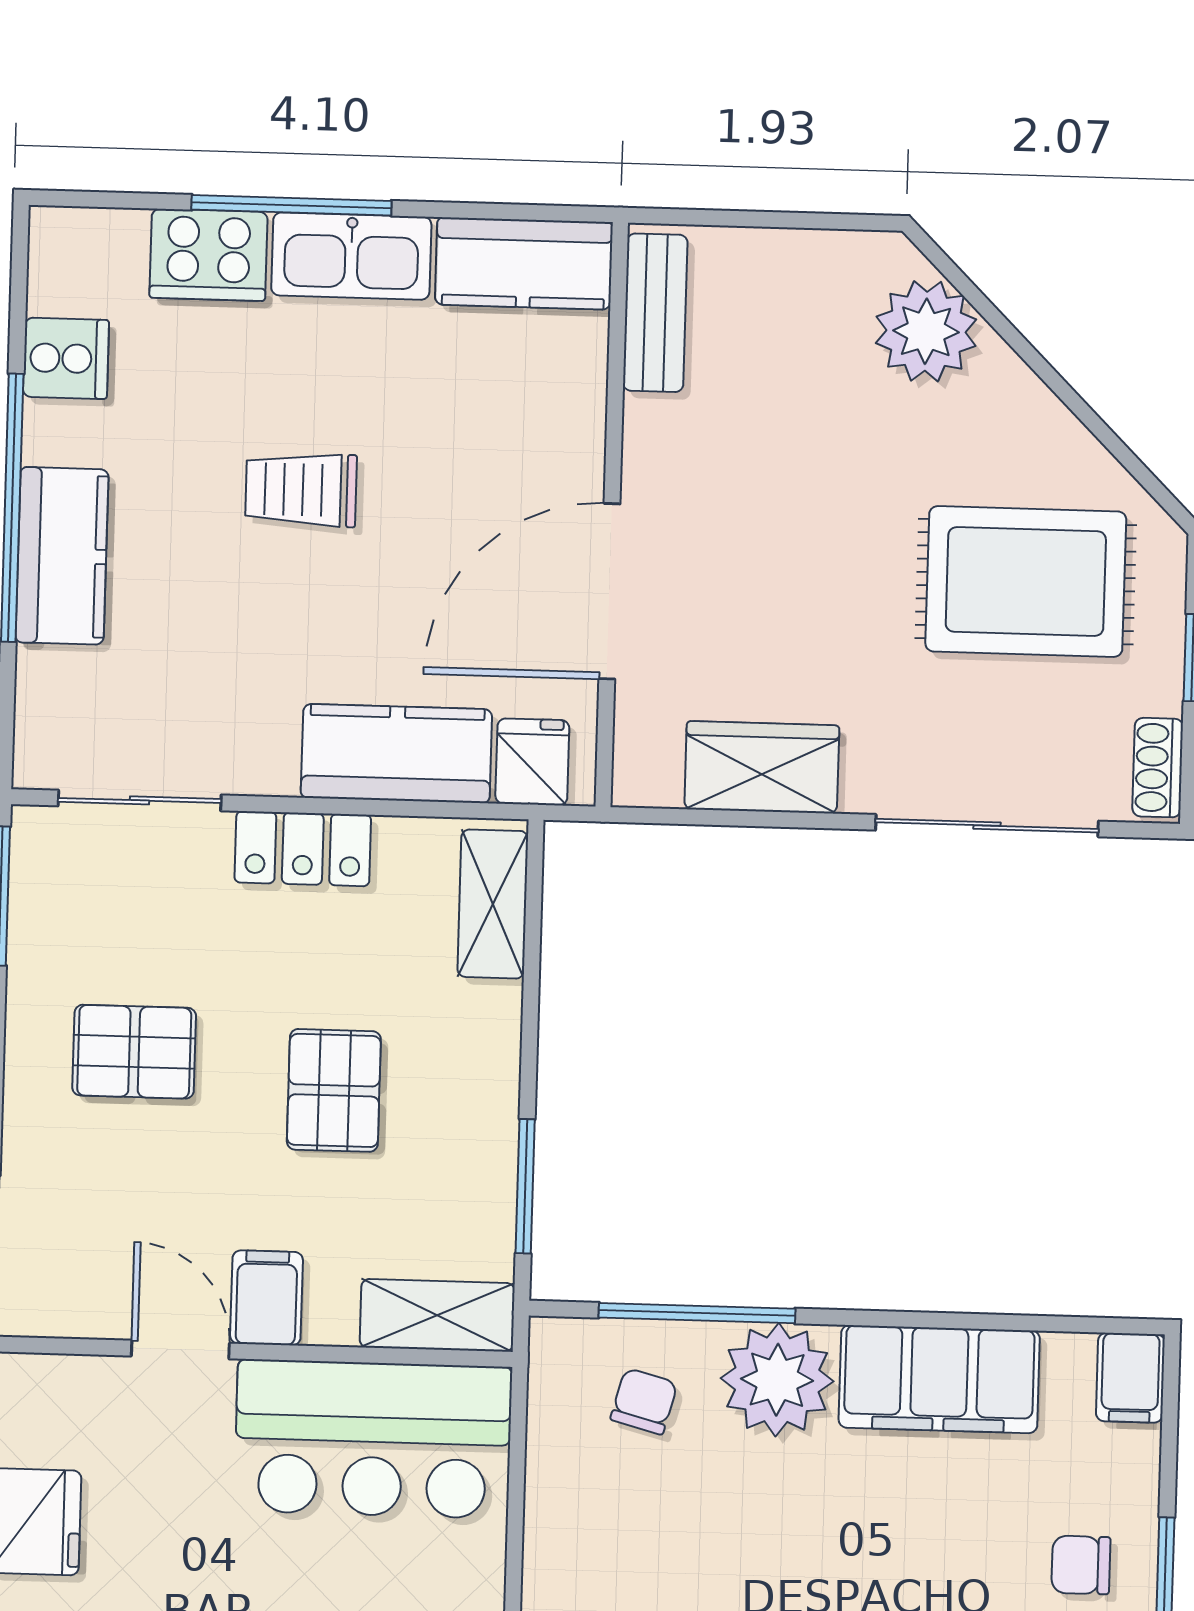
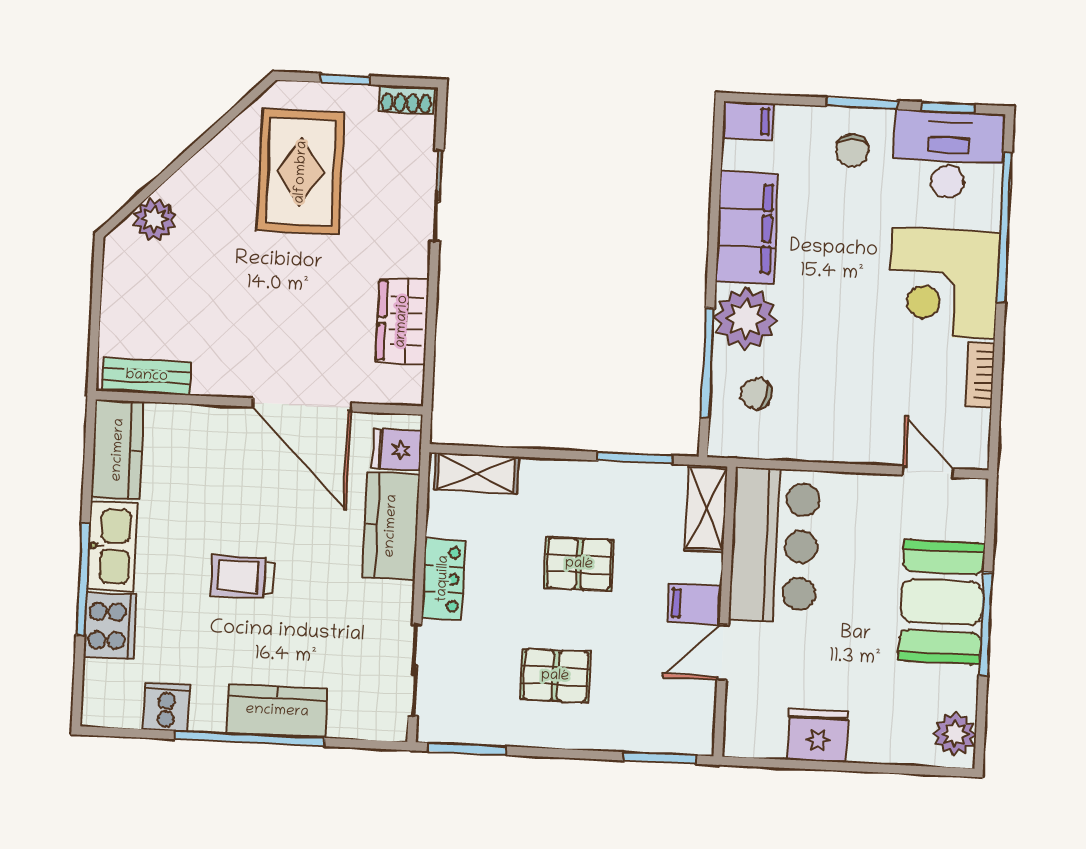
plant: (926, 331) -> (155, 219), width x0.73, depth x0.73
trolley: (301, 490) -> (242, 577), turned 90
sliding door: (987, 826) -> (437, 196), width x0.73
pallet: (134, 1052) -> (555, 676), turned 90

